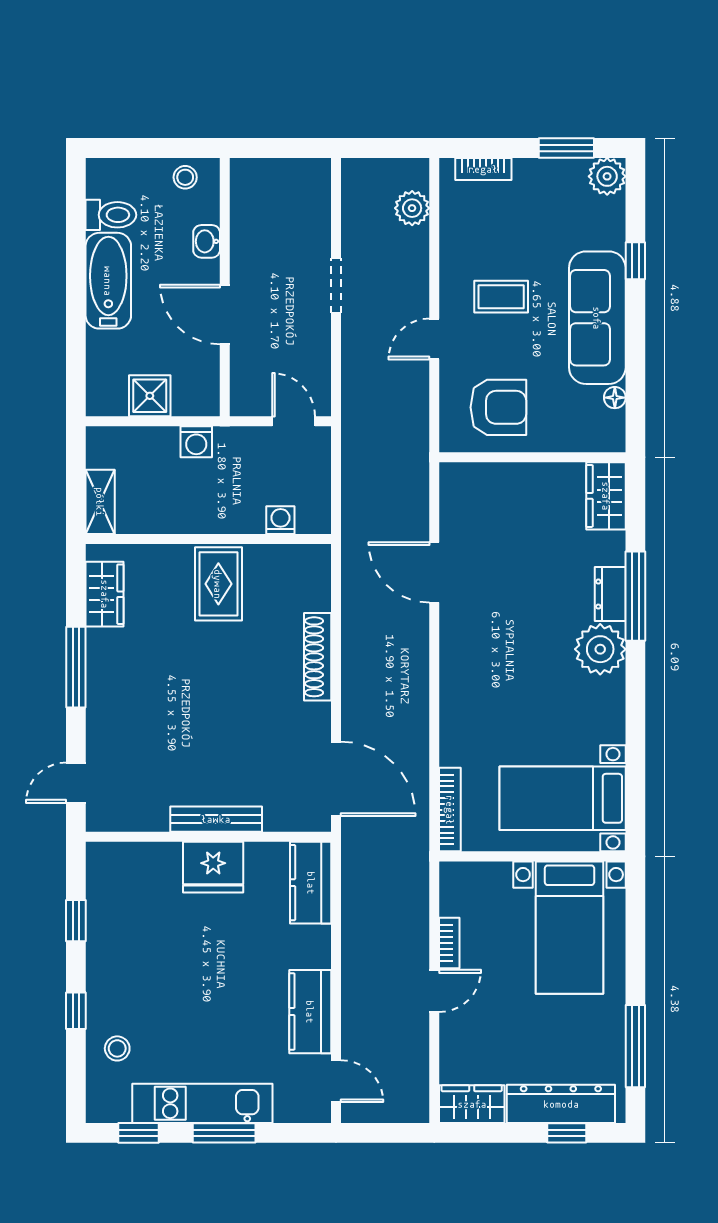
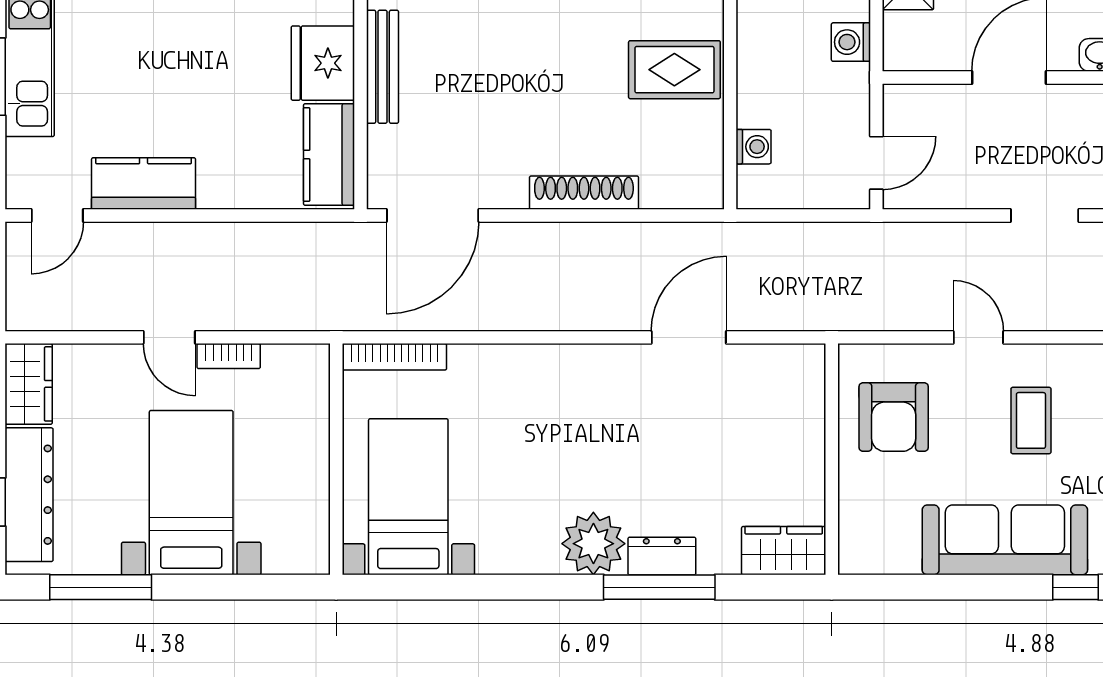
floor lamp: (615, 398) -> (906, 562), removed
kitchen counter: (311, 883) -> (329, 155), moved, turned -90
bed with nightstands: (570, 928) -> (191, 493), moved, turned 90

